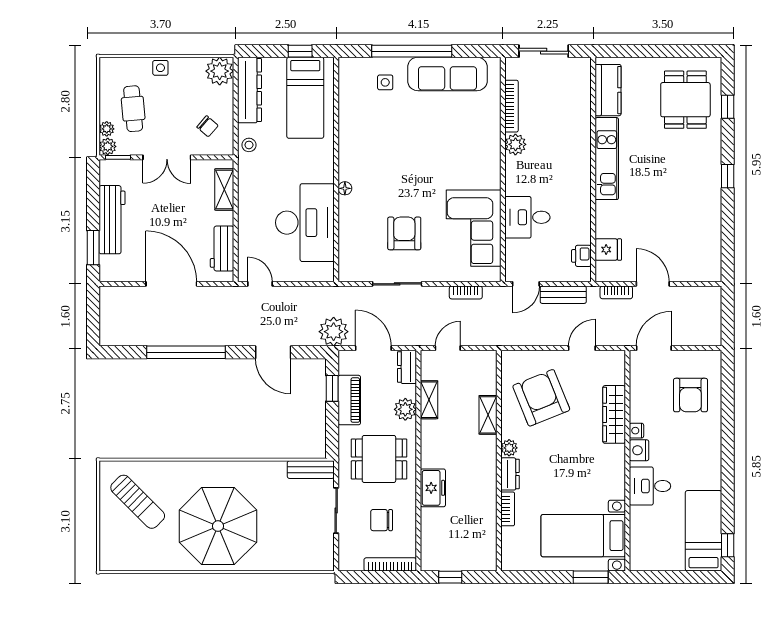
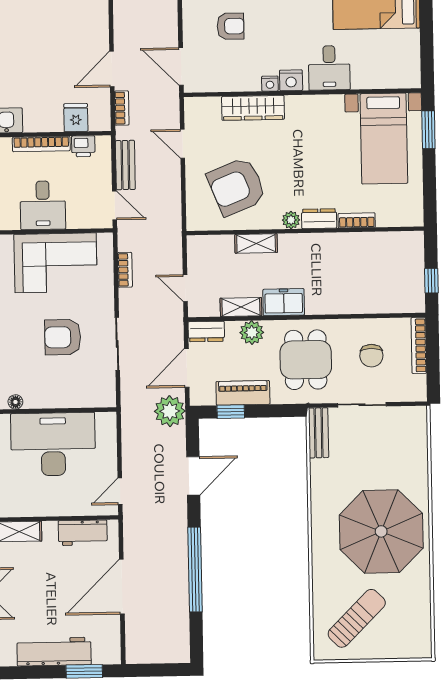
bookcase: (584, 217) -> (41, 144), added
armchair: (690, 395) -> (231, 26), width x0.72, depth x0.72
freezer: (433, 488) -> (284, 302), moved

